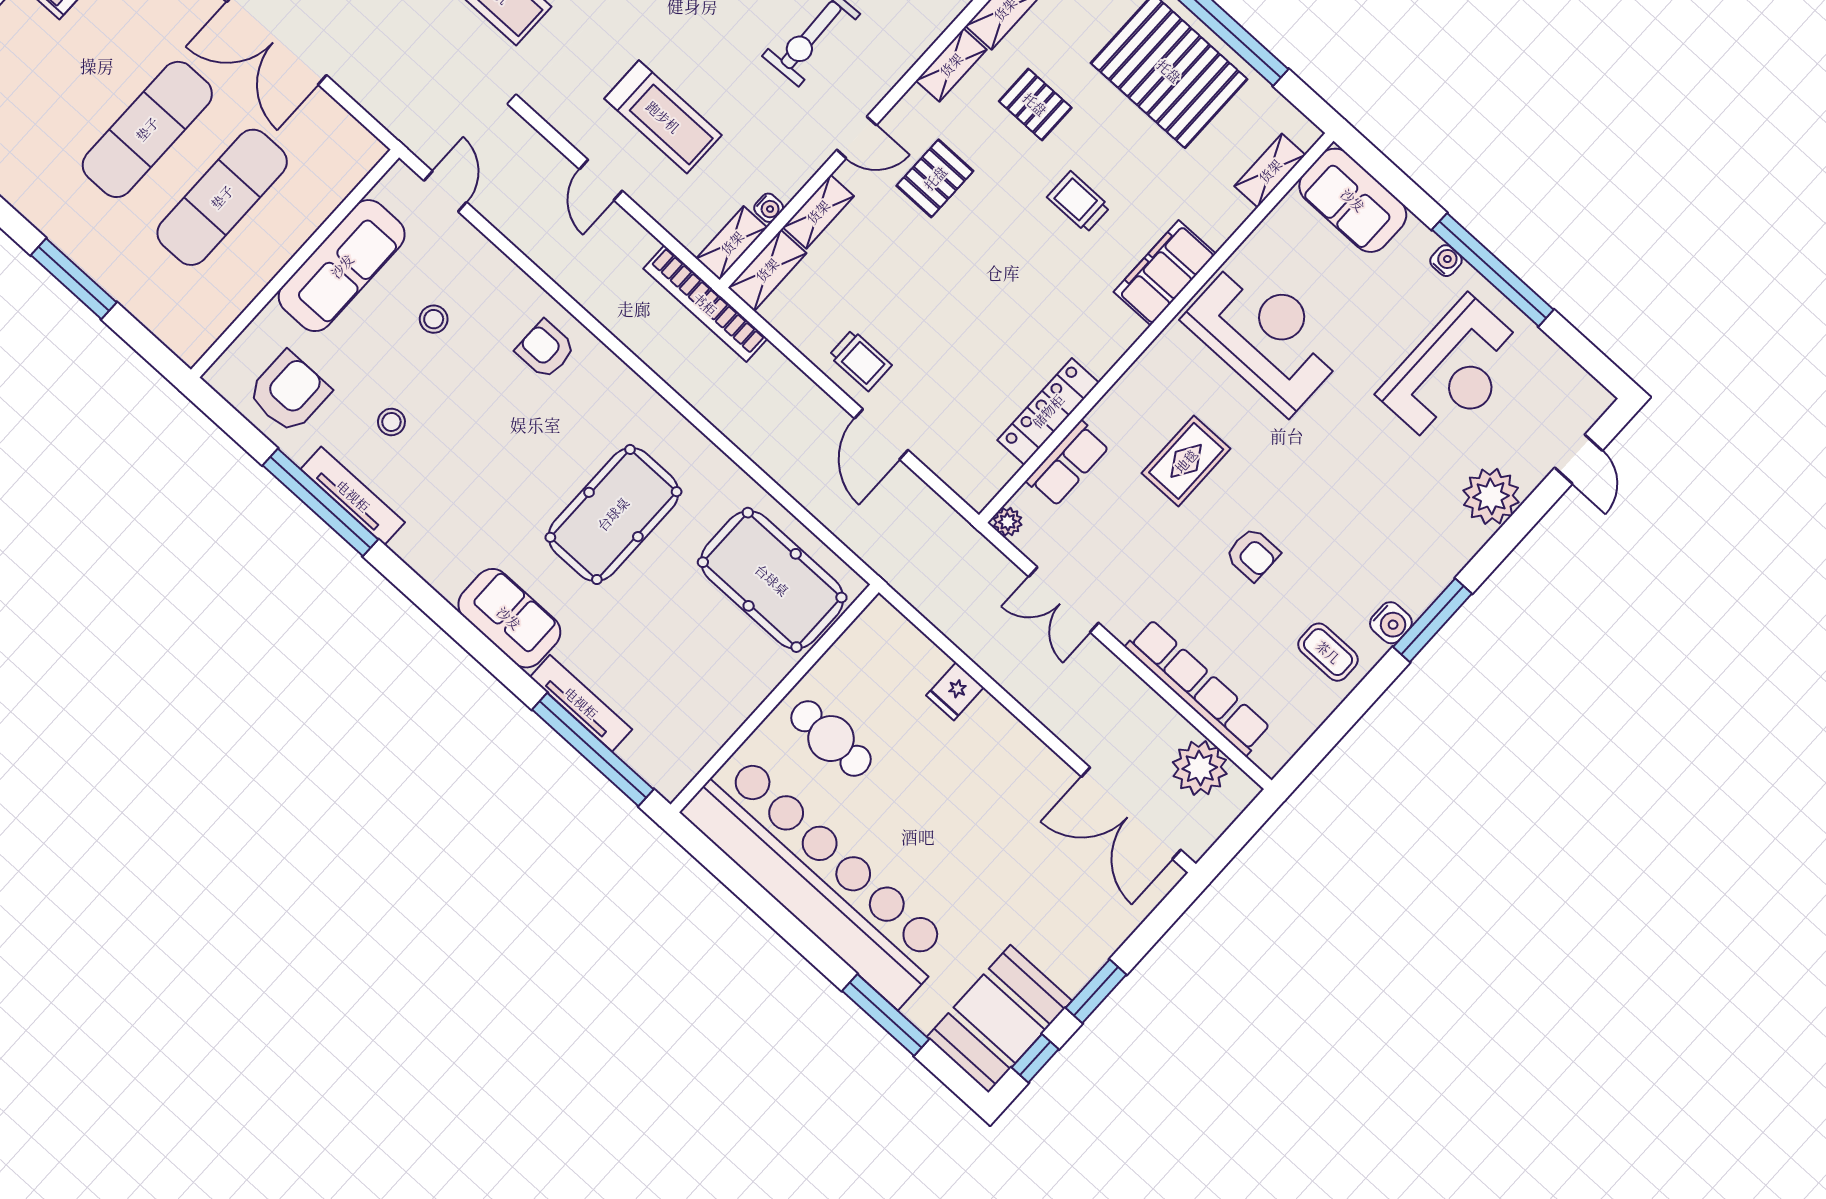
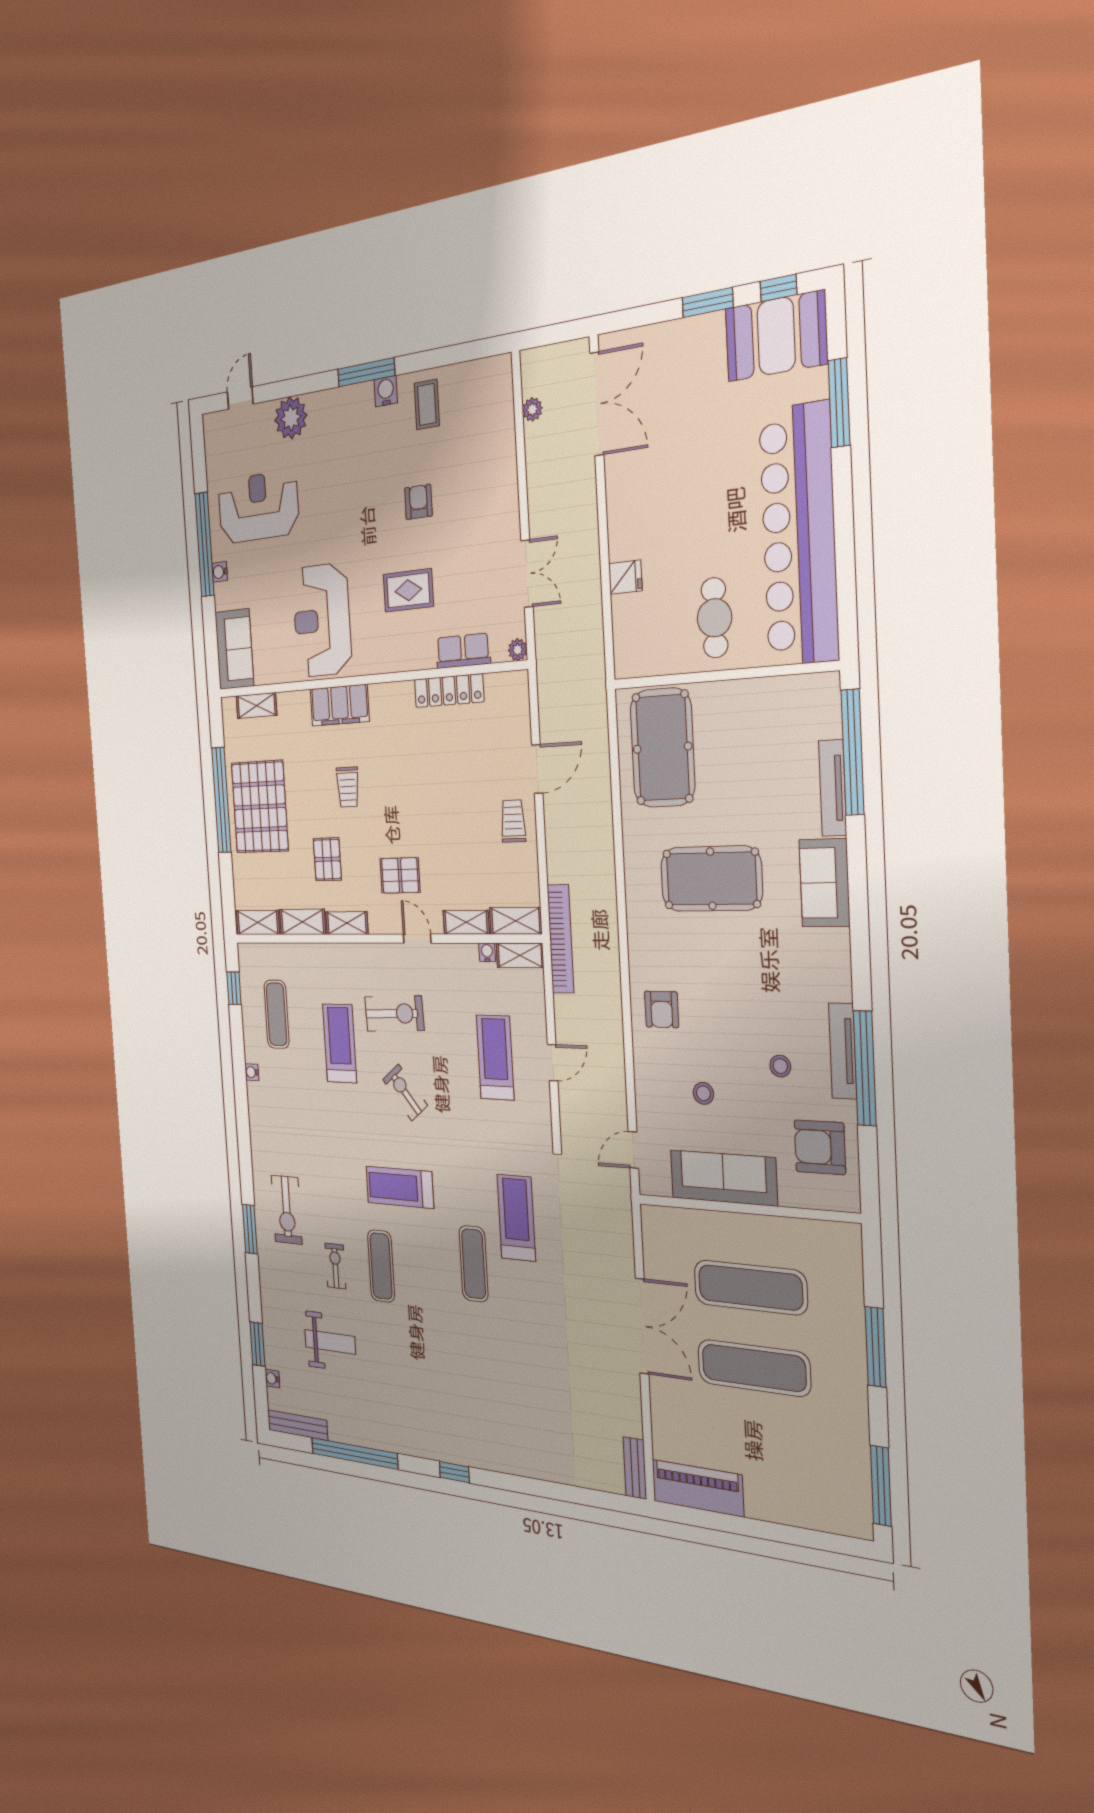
row of seats: (1198, 687) -> (504, 449), removed
plant: (1200, 768) -> (532, 409), width x0.53, depth x0.53

